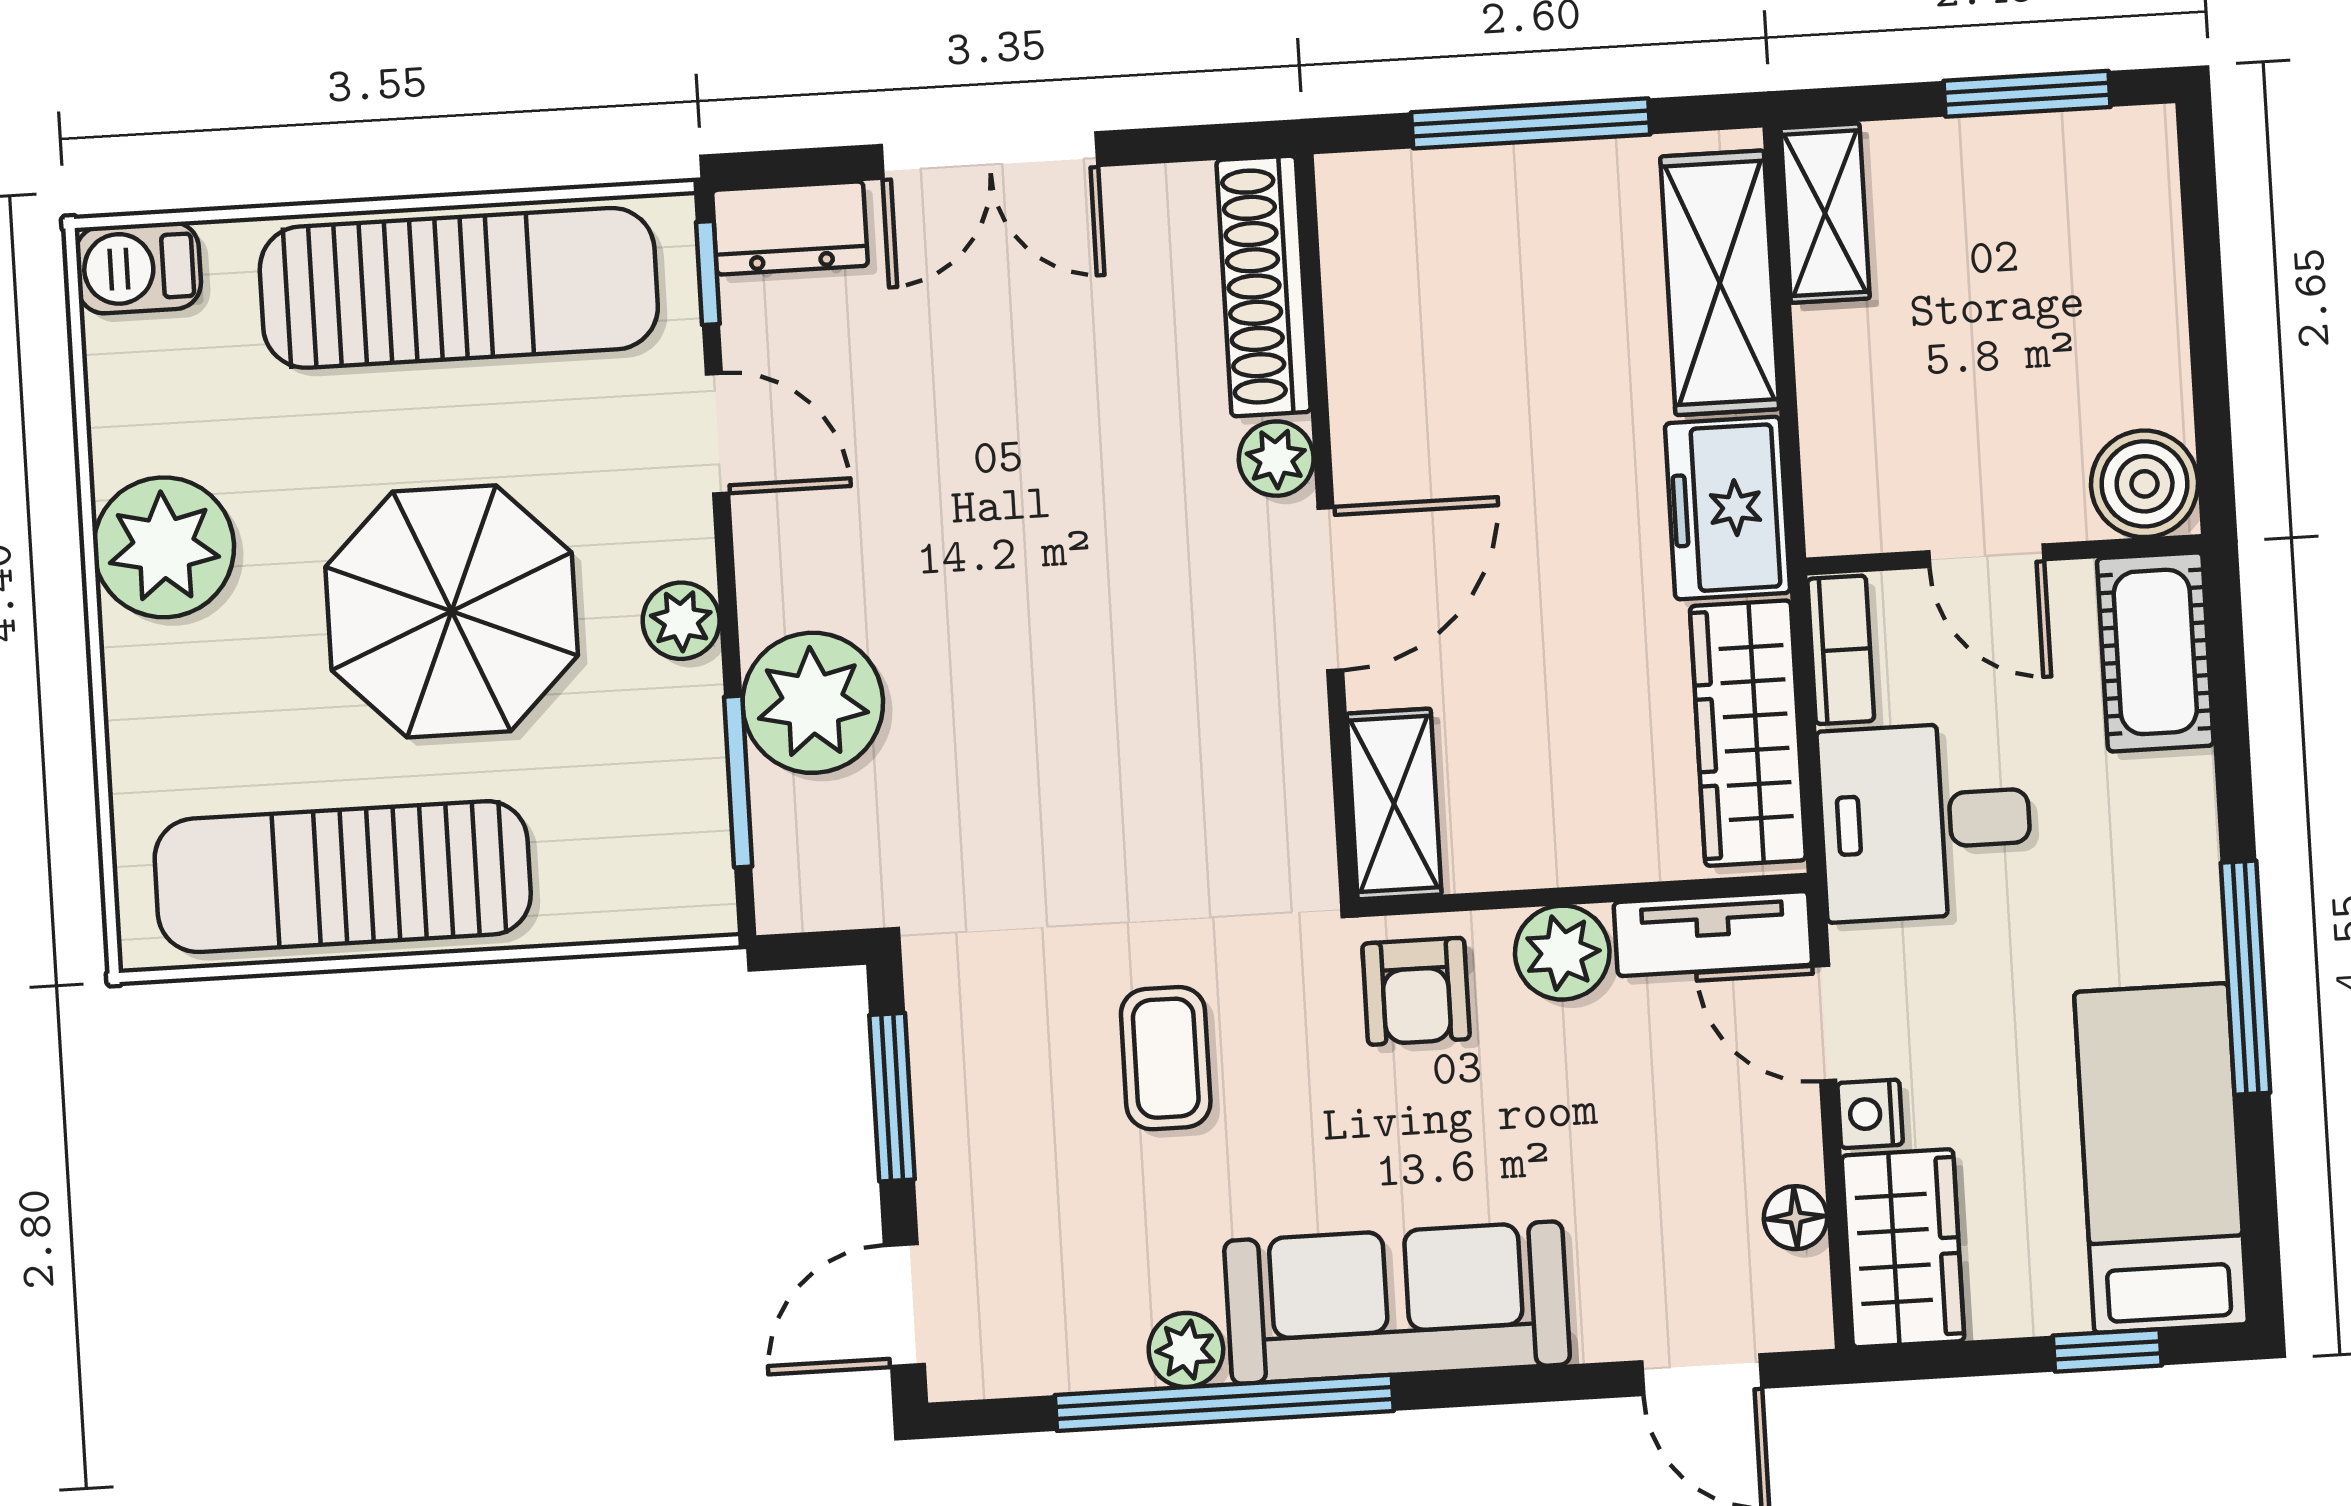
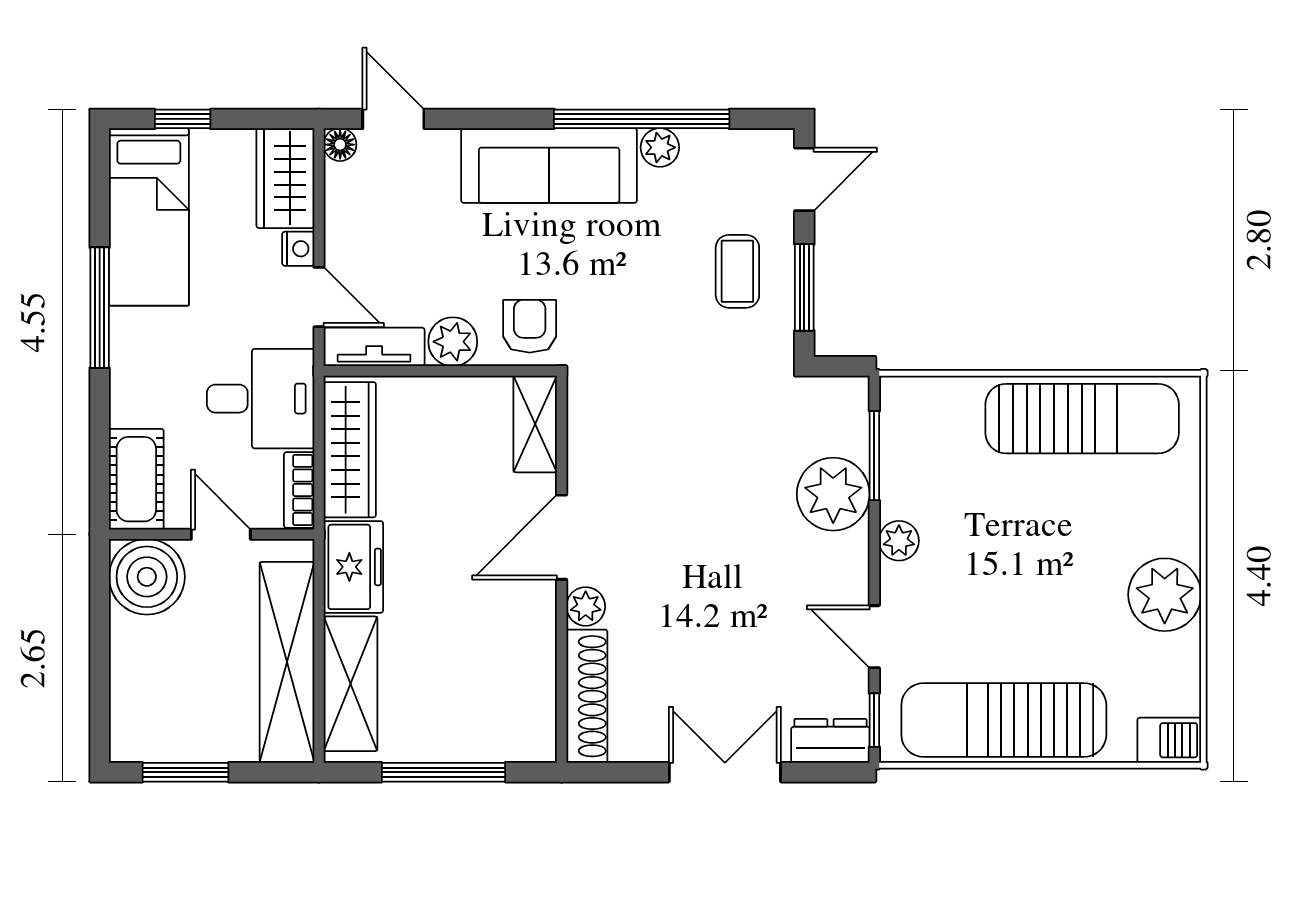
shelving: (1825, 213) -> (287, 662), width x2.20, depth x1.33
boiler: (2145, 484) -> (147, 577), width x1.37, depth x1.37
parasol: (452, 611) -> (1018, 553), removed
coffee table: (1166, 1058) -> (737, 271), moved
floor lamp: (1796, 1218) -> (340, 145), moved

